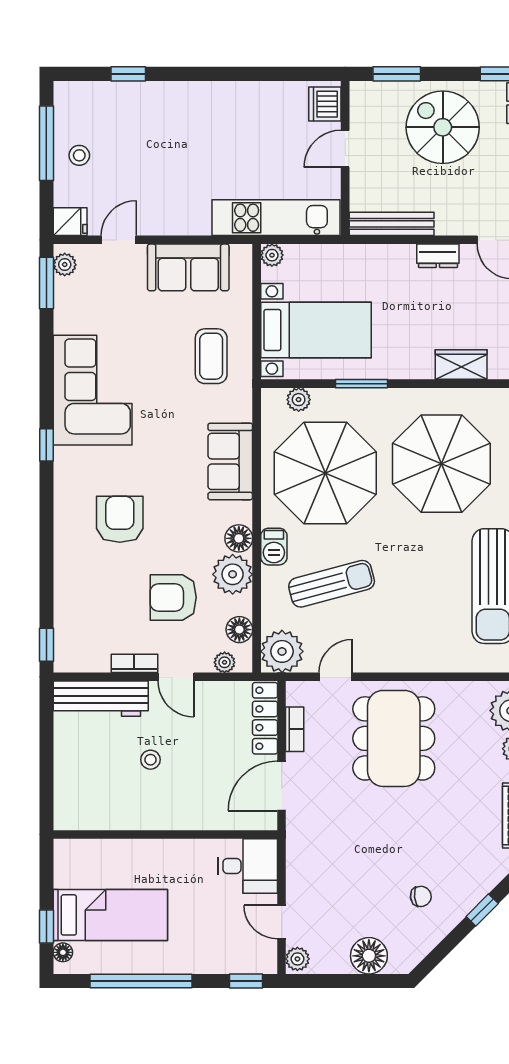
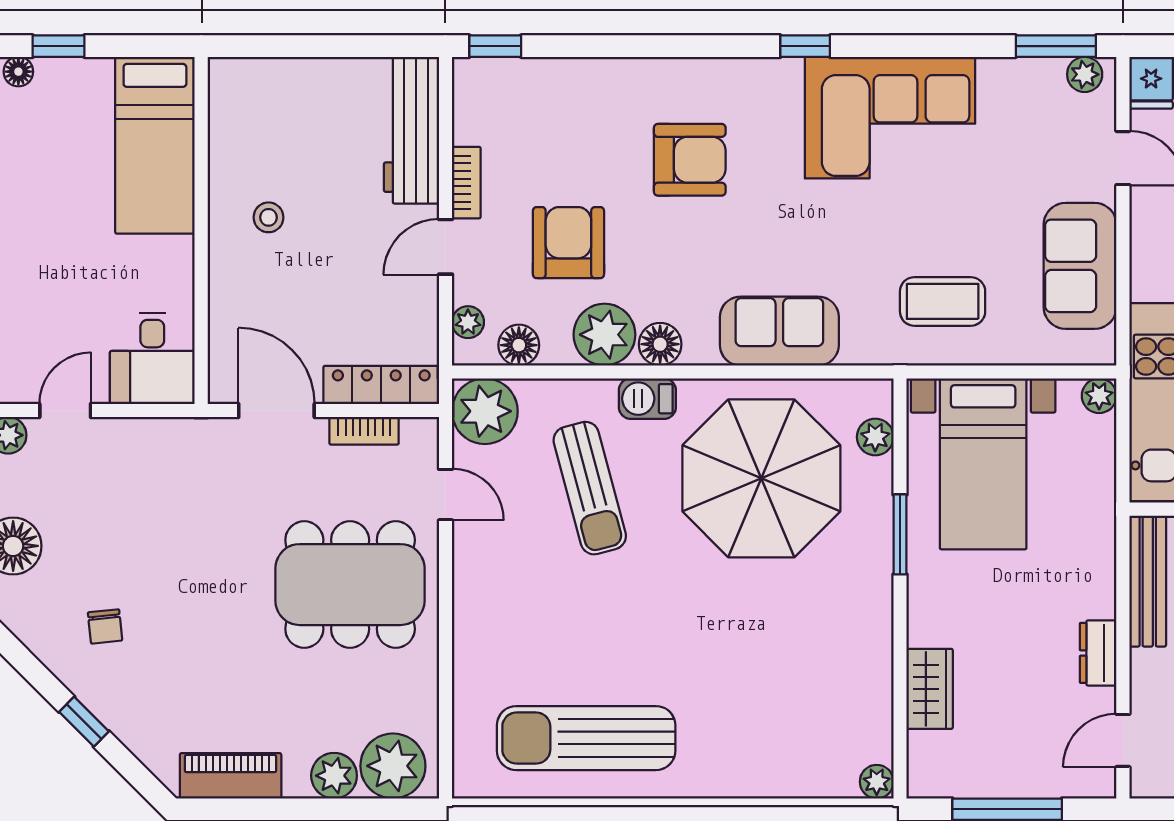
parasol: (441, 464) -> (776, 658), removed
stool: (150, 760) -> (268, 217), moved
bed: (110, 915) -> (155, 145), moved

